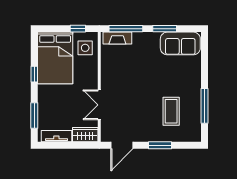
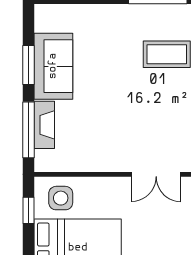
fireplace: (117, 38) -> (44, 125), moved
sofa: (180, 43) -> (53, 66), moved

